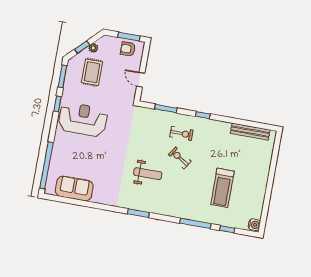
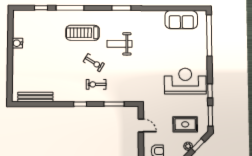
rug: (92, 72) -> (185, 124), turned 90
reception desk: (83, 119) -> (185, 81), turned 180
treadmill: (222, 188) -> (83, 33), moved, turned -90
water cooler: (254, 225) -> (17, 43), moved

